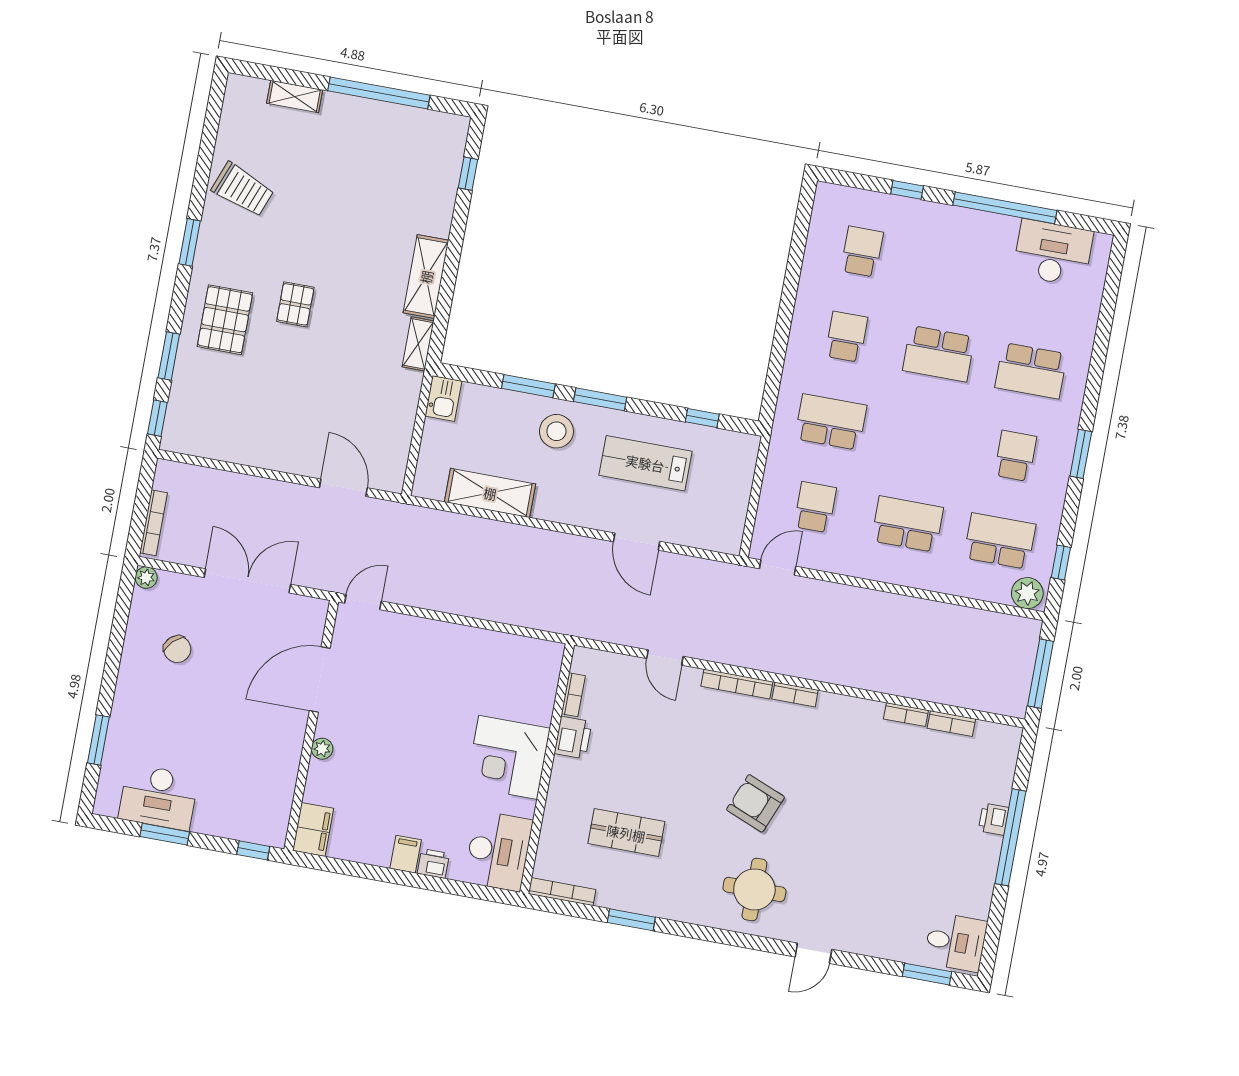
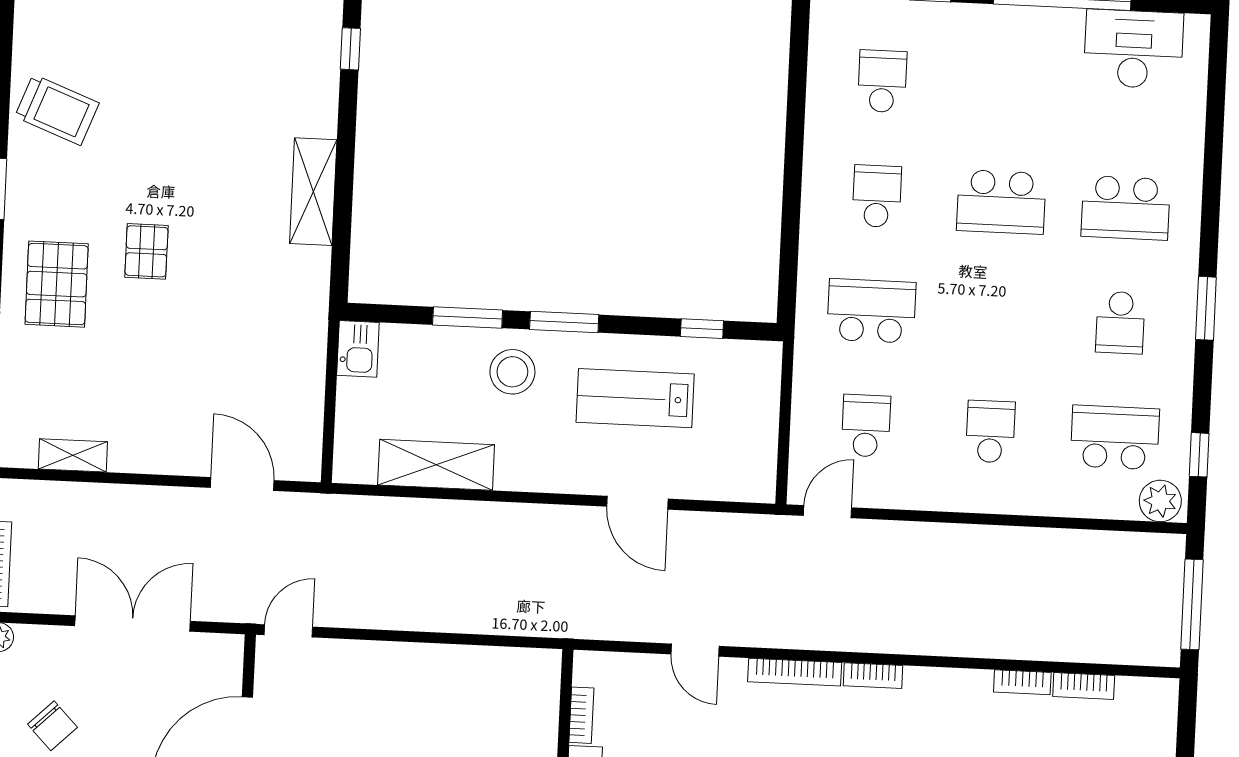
shelving: (418, 344) -> (73, 455), moved, turned 90
school desk: (1015, 456) -> (1120, 323), turned 180
school desk: (907, 524) -> (990, 432), width x0.54

